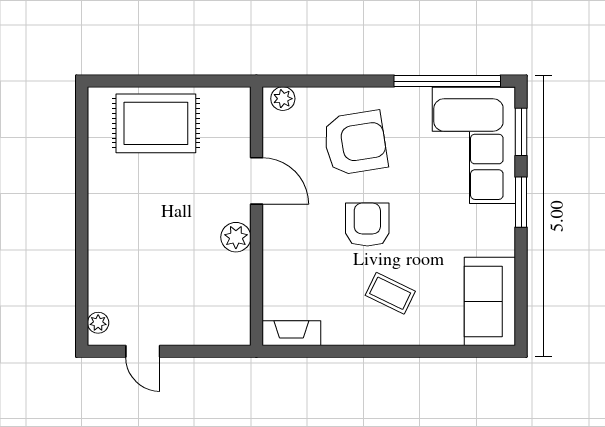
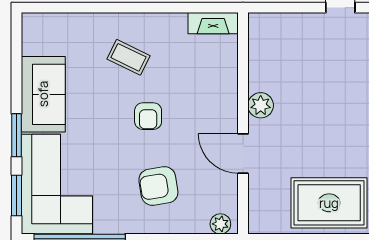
armchair: (355, 143) -> (158, 186), width x0.73, depth x0.73
armchair: (367, 225) -> (148, 116), width x0.72, depth x0.72
sofa: (490, 301) -> (43, 94), moved

